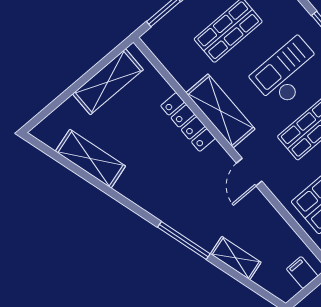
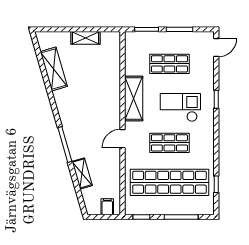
shelving: (108, 82) -> (85, 38), width x0.67, depth x0.75
locker: (188, 122) -> (114, 91), removed

